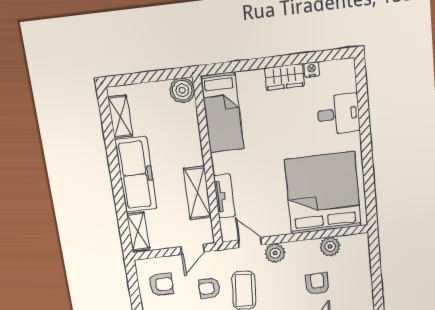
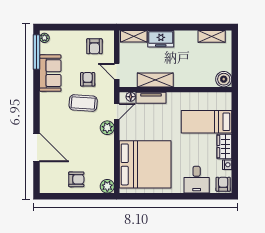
armchair: (342, 72) -> (223, 184), added
bed: (222, 113) -> (206, 122), moved
freezer: (136, 175) -> (161, 39), width x0.52, depth x0.79
floor lamp: (226, 225) -> (131, 97), added
plant: (330, 247) -> (107, 186), moved
armchair: (317, 284) -> (76, 179), moved

